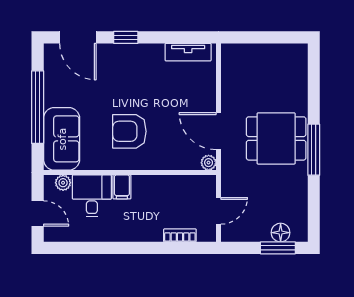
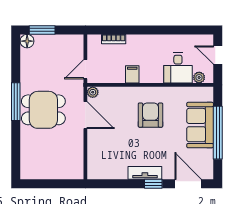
tv unit: (188, 52) -> (145, 173), moved
armchair: (129, 131) -> (150, 115), turned -90
sofa: (62, 139) -> (200, 125), moved
filing cabinet: (122, 187) -> (132, 74), moved
door: (218, 211) -> (85, 69), moved
floor lamp: (281, 233) -> (27, 41), moved

